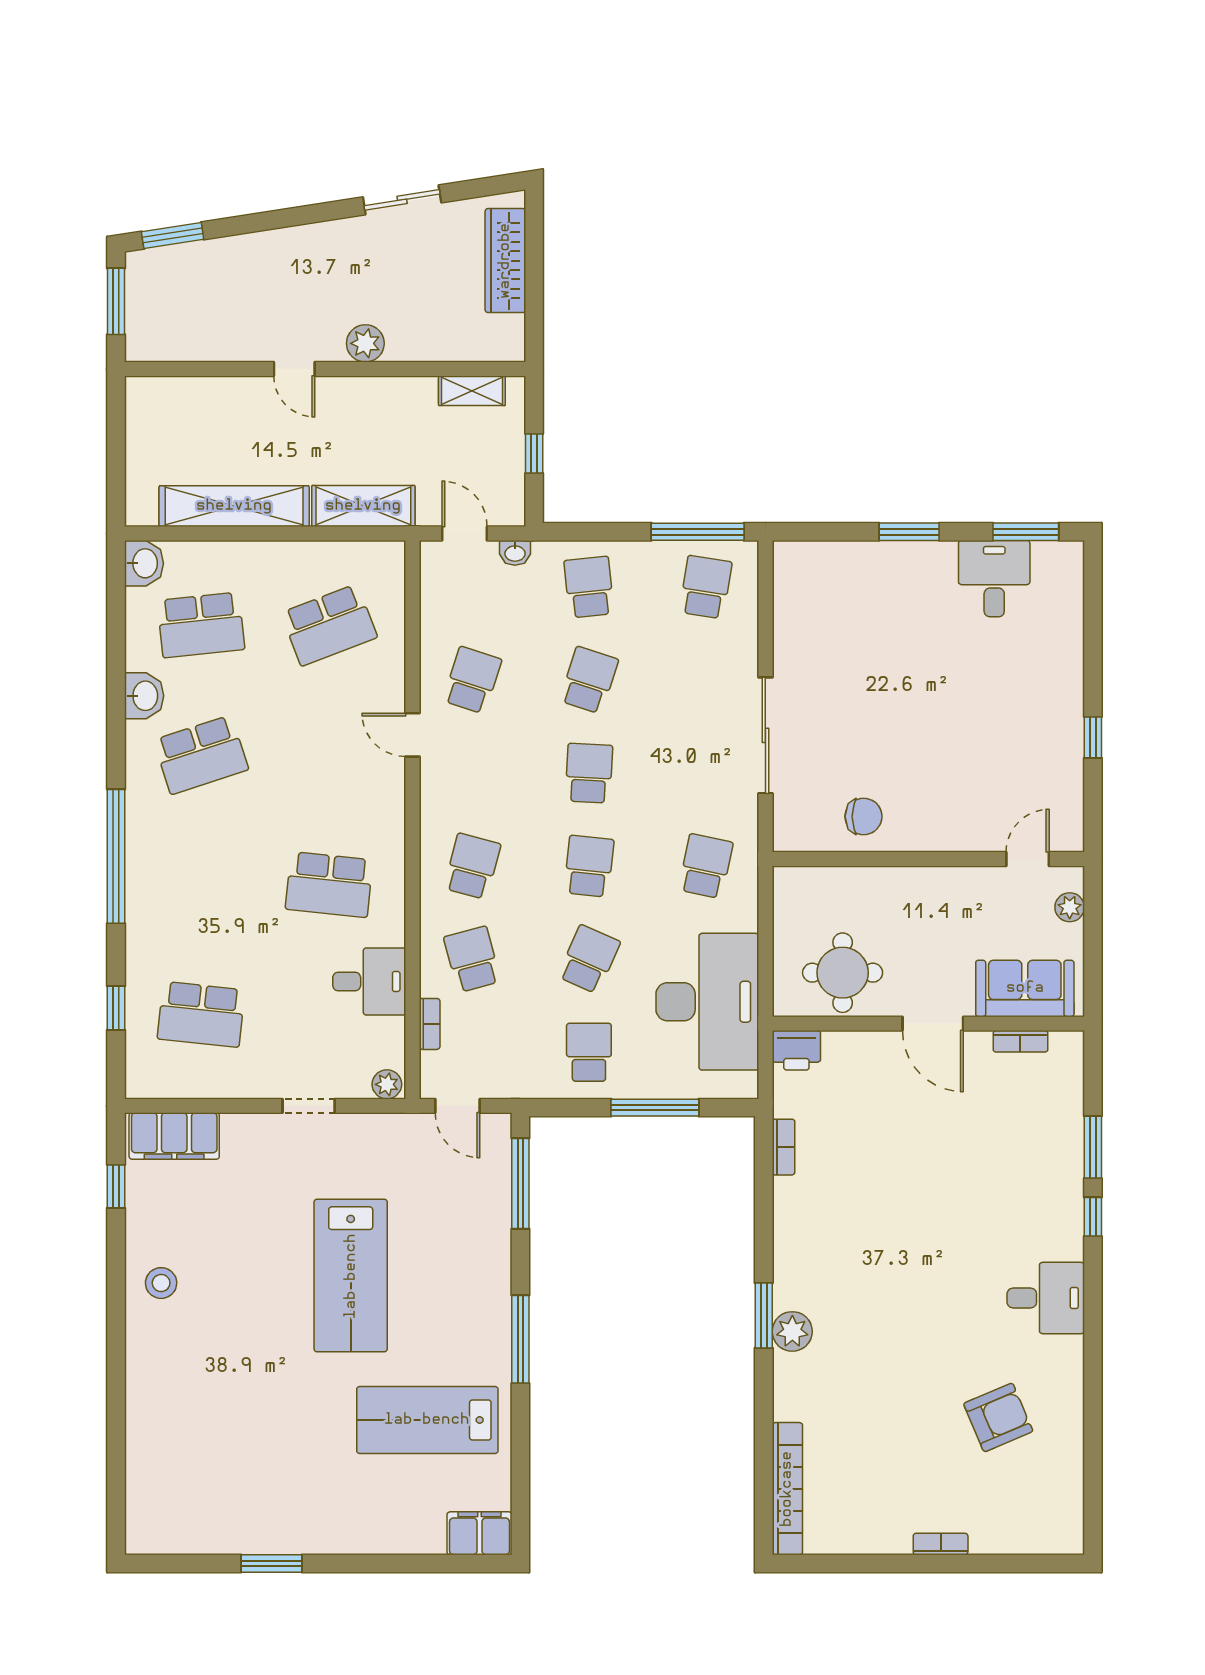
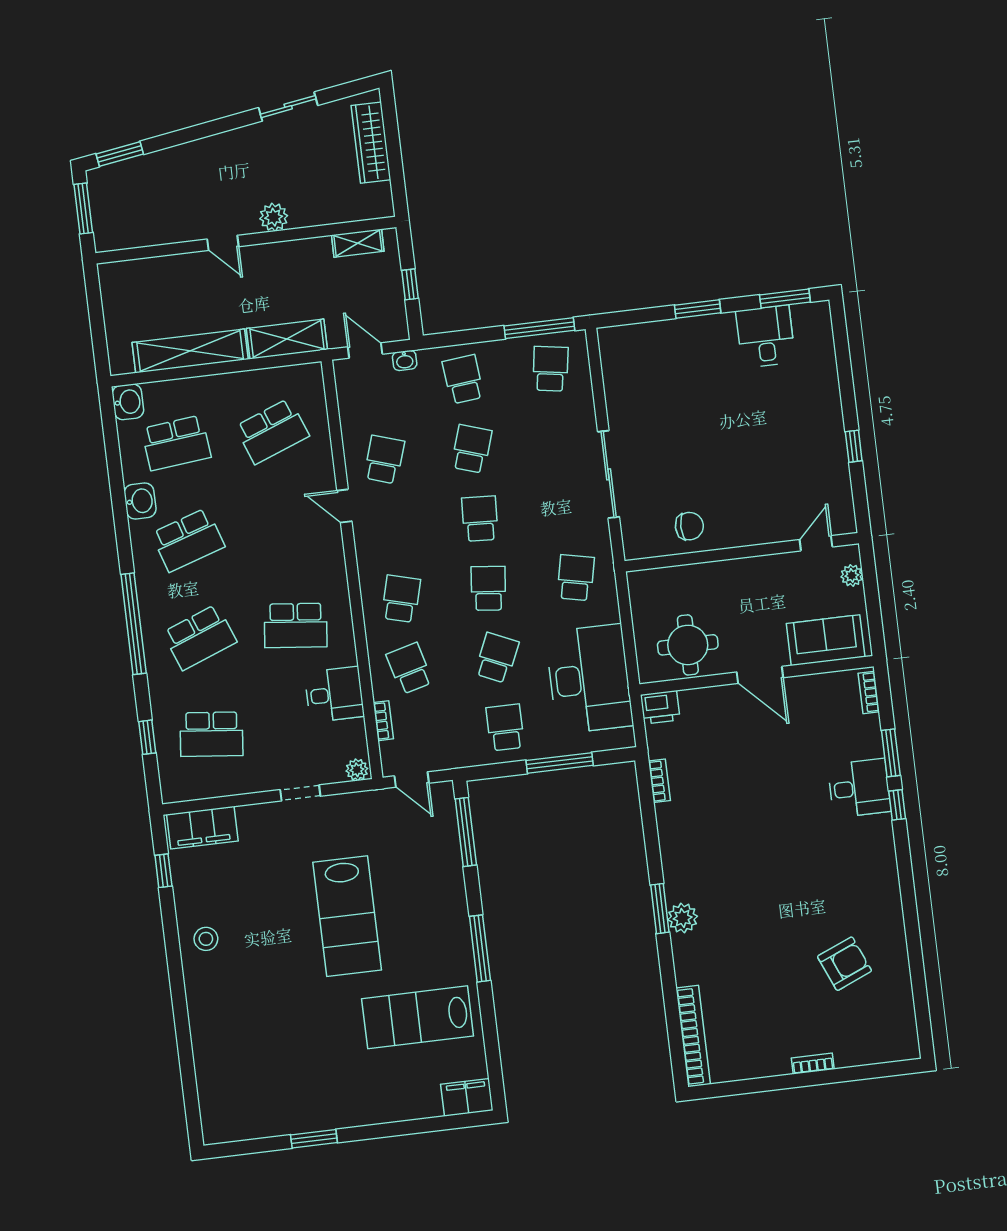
school desk: (201, 885) -> (200, 637), added
bookcase: (1020, 1041) -> (869, 692), moved, turned 90
desk: (1046, 1298) -> (859, 788), moved

